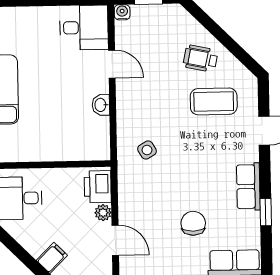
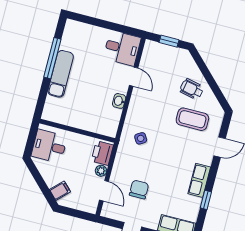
water cooler: (122, 12) -> (150, 45), removed
chair: (193, 223) -> (139, 189), moved

